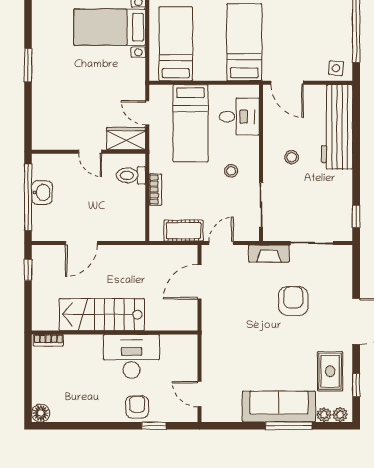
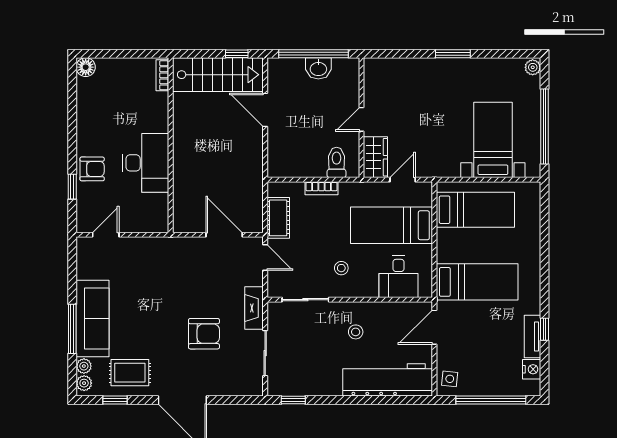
stairs: (102, 315) -> (218, 75), moved, turned 90

